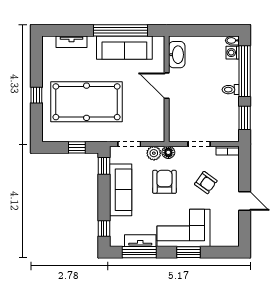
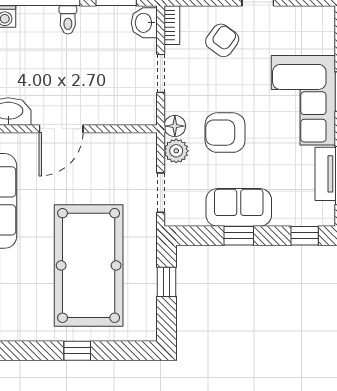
washbasin: (229, 134) -> (144, 23), added
window: (104, 166) -> (239, 236), moved
armchair: (206, 183) -> (222, 40), moved
sofa: (121, 190) -> (239, 207), width x0.73

